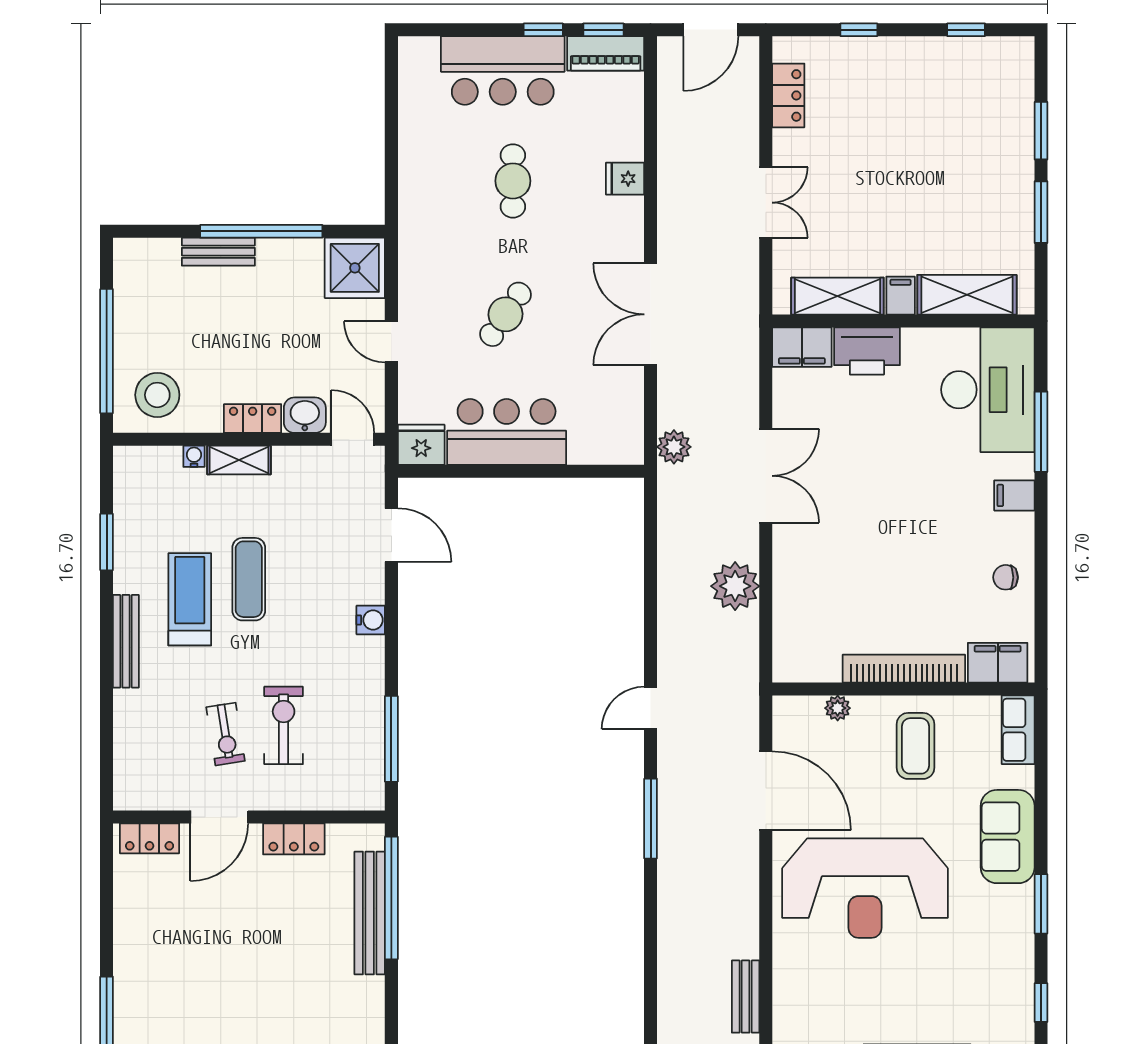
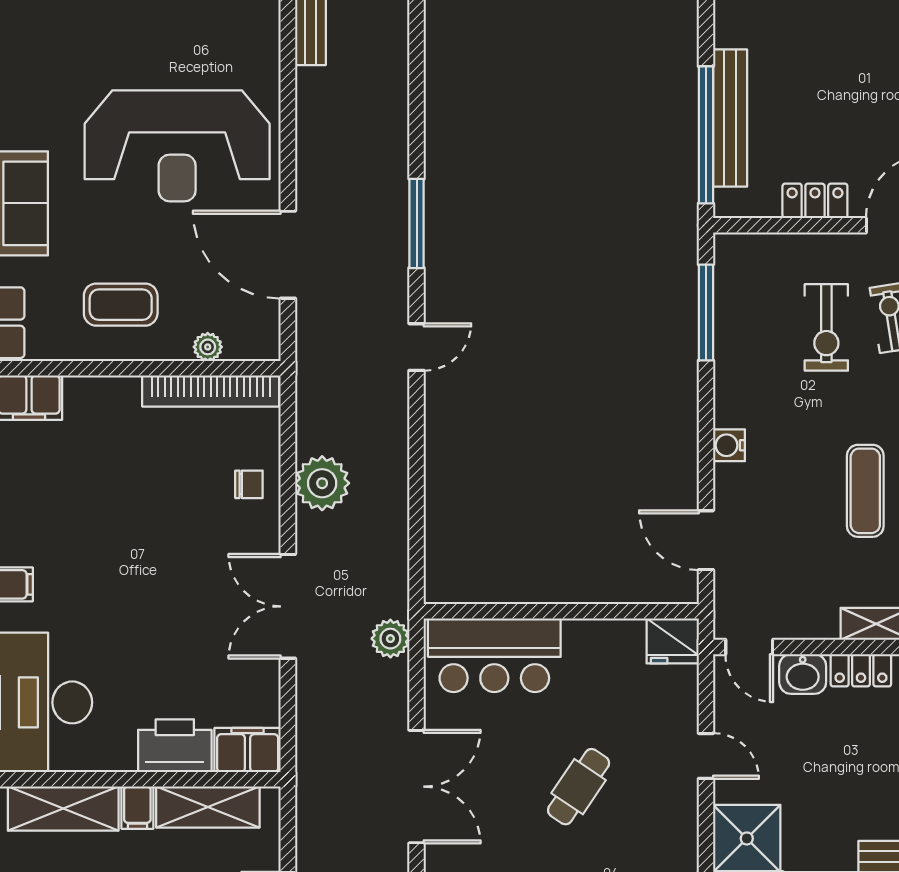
bar counter: (507, 432) -> (494, 655), moved
chair: (1006, 577) -> (249, 484), moved
bookcase: (904, 669) -> (211, 391), moved
coffee table: (916, 746) -> (121, 305), turned 90
reception desk: (865, 888) -> (177, 146), turned 180

